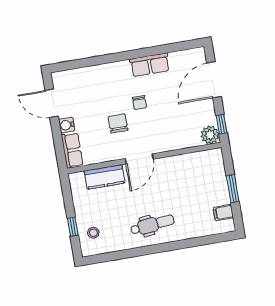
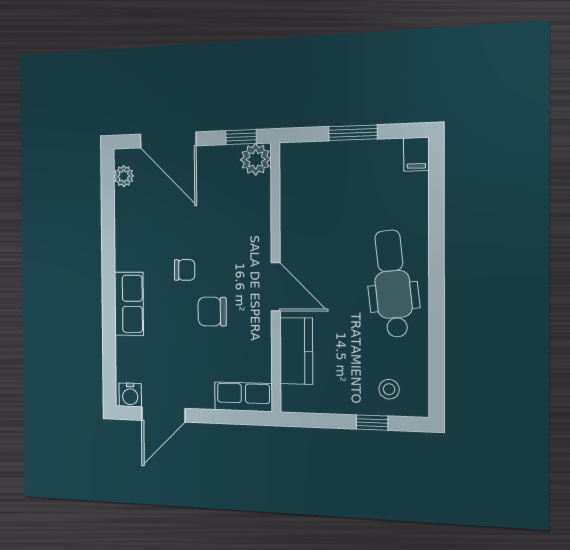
plant: (189, 55) -> (124, 176), added
row of seats: (150, 65) -> (129, 304), moved
water cooler: (67, 125) -> (130, 395), moved
filing cabinet: (223, 213) -> (416, 154), moved
dental chair: (152, 225) -> (392, 284), width x1.36, depth x1.38

